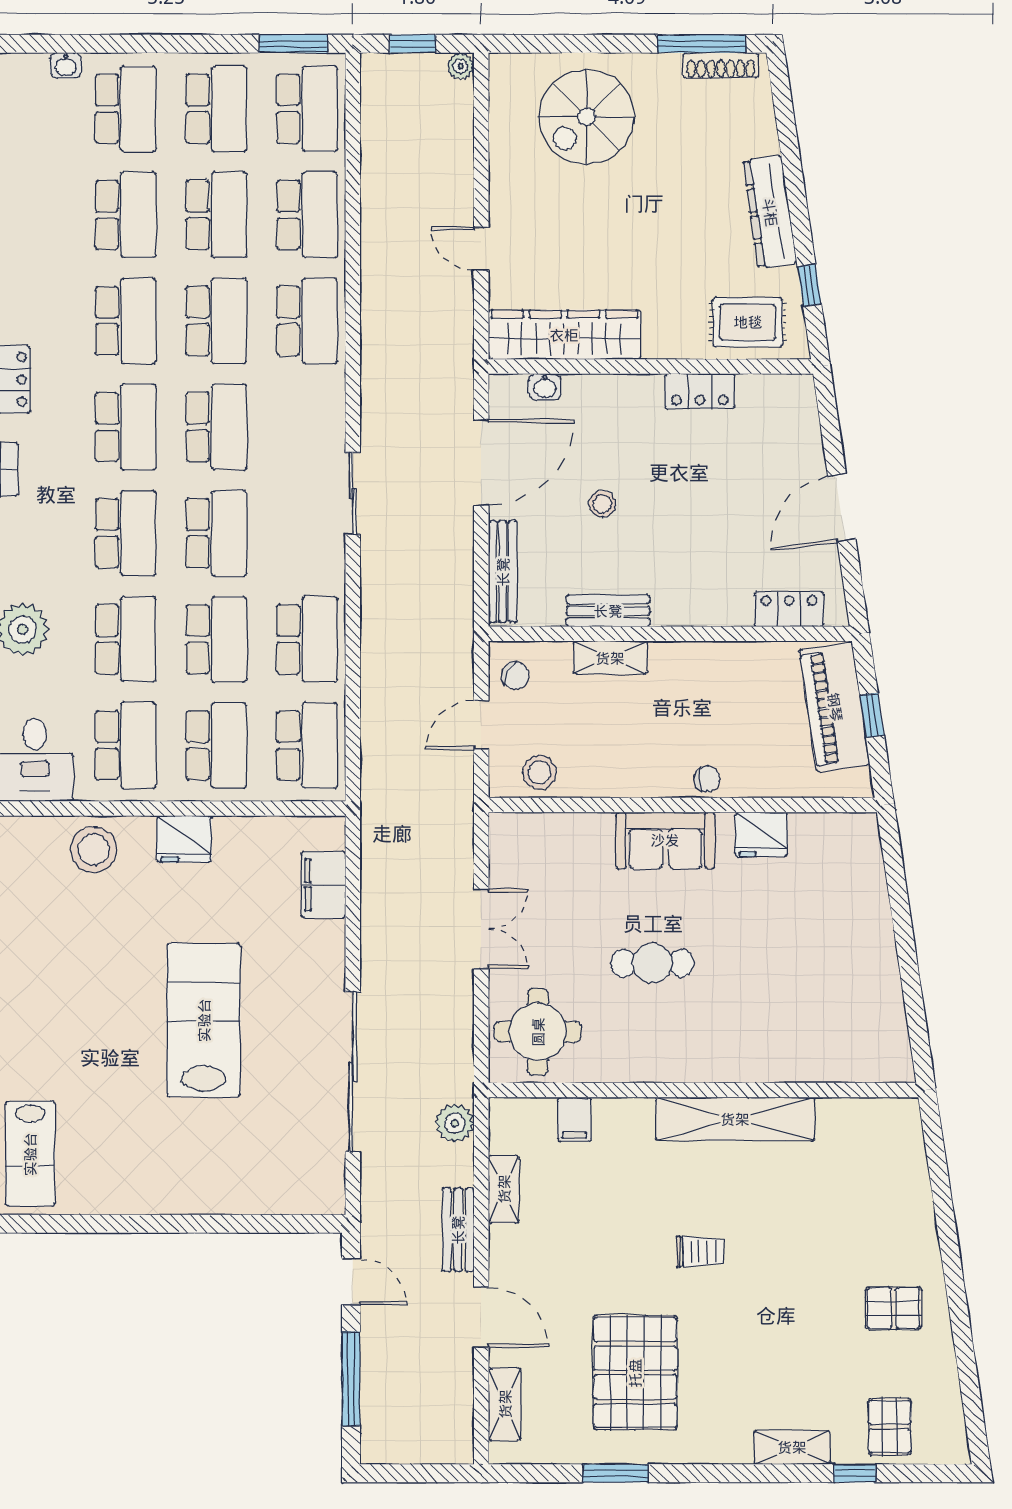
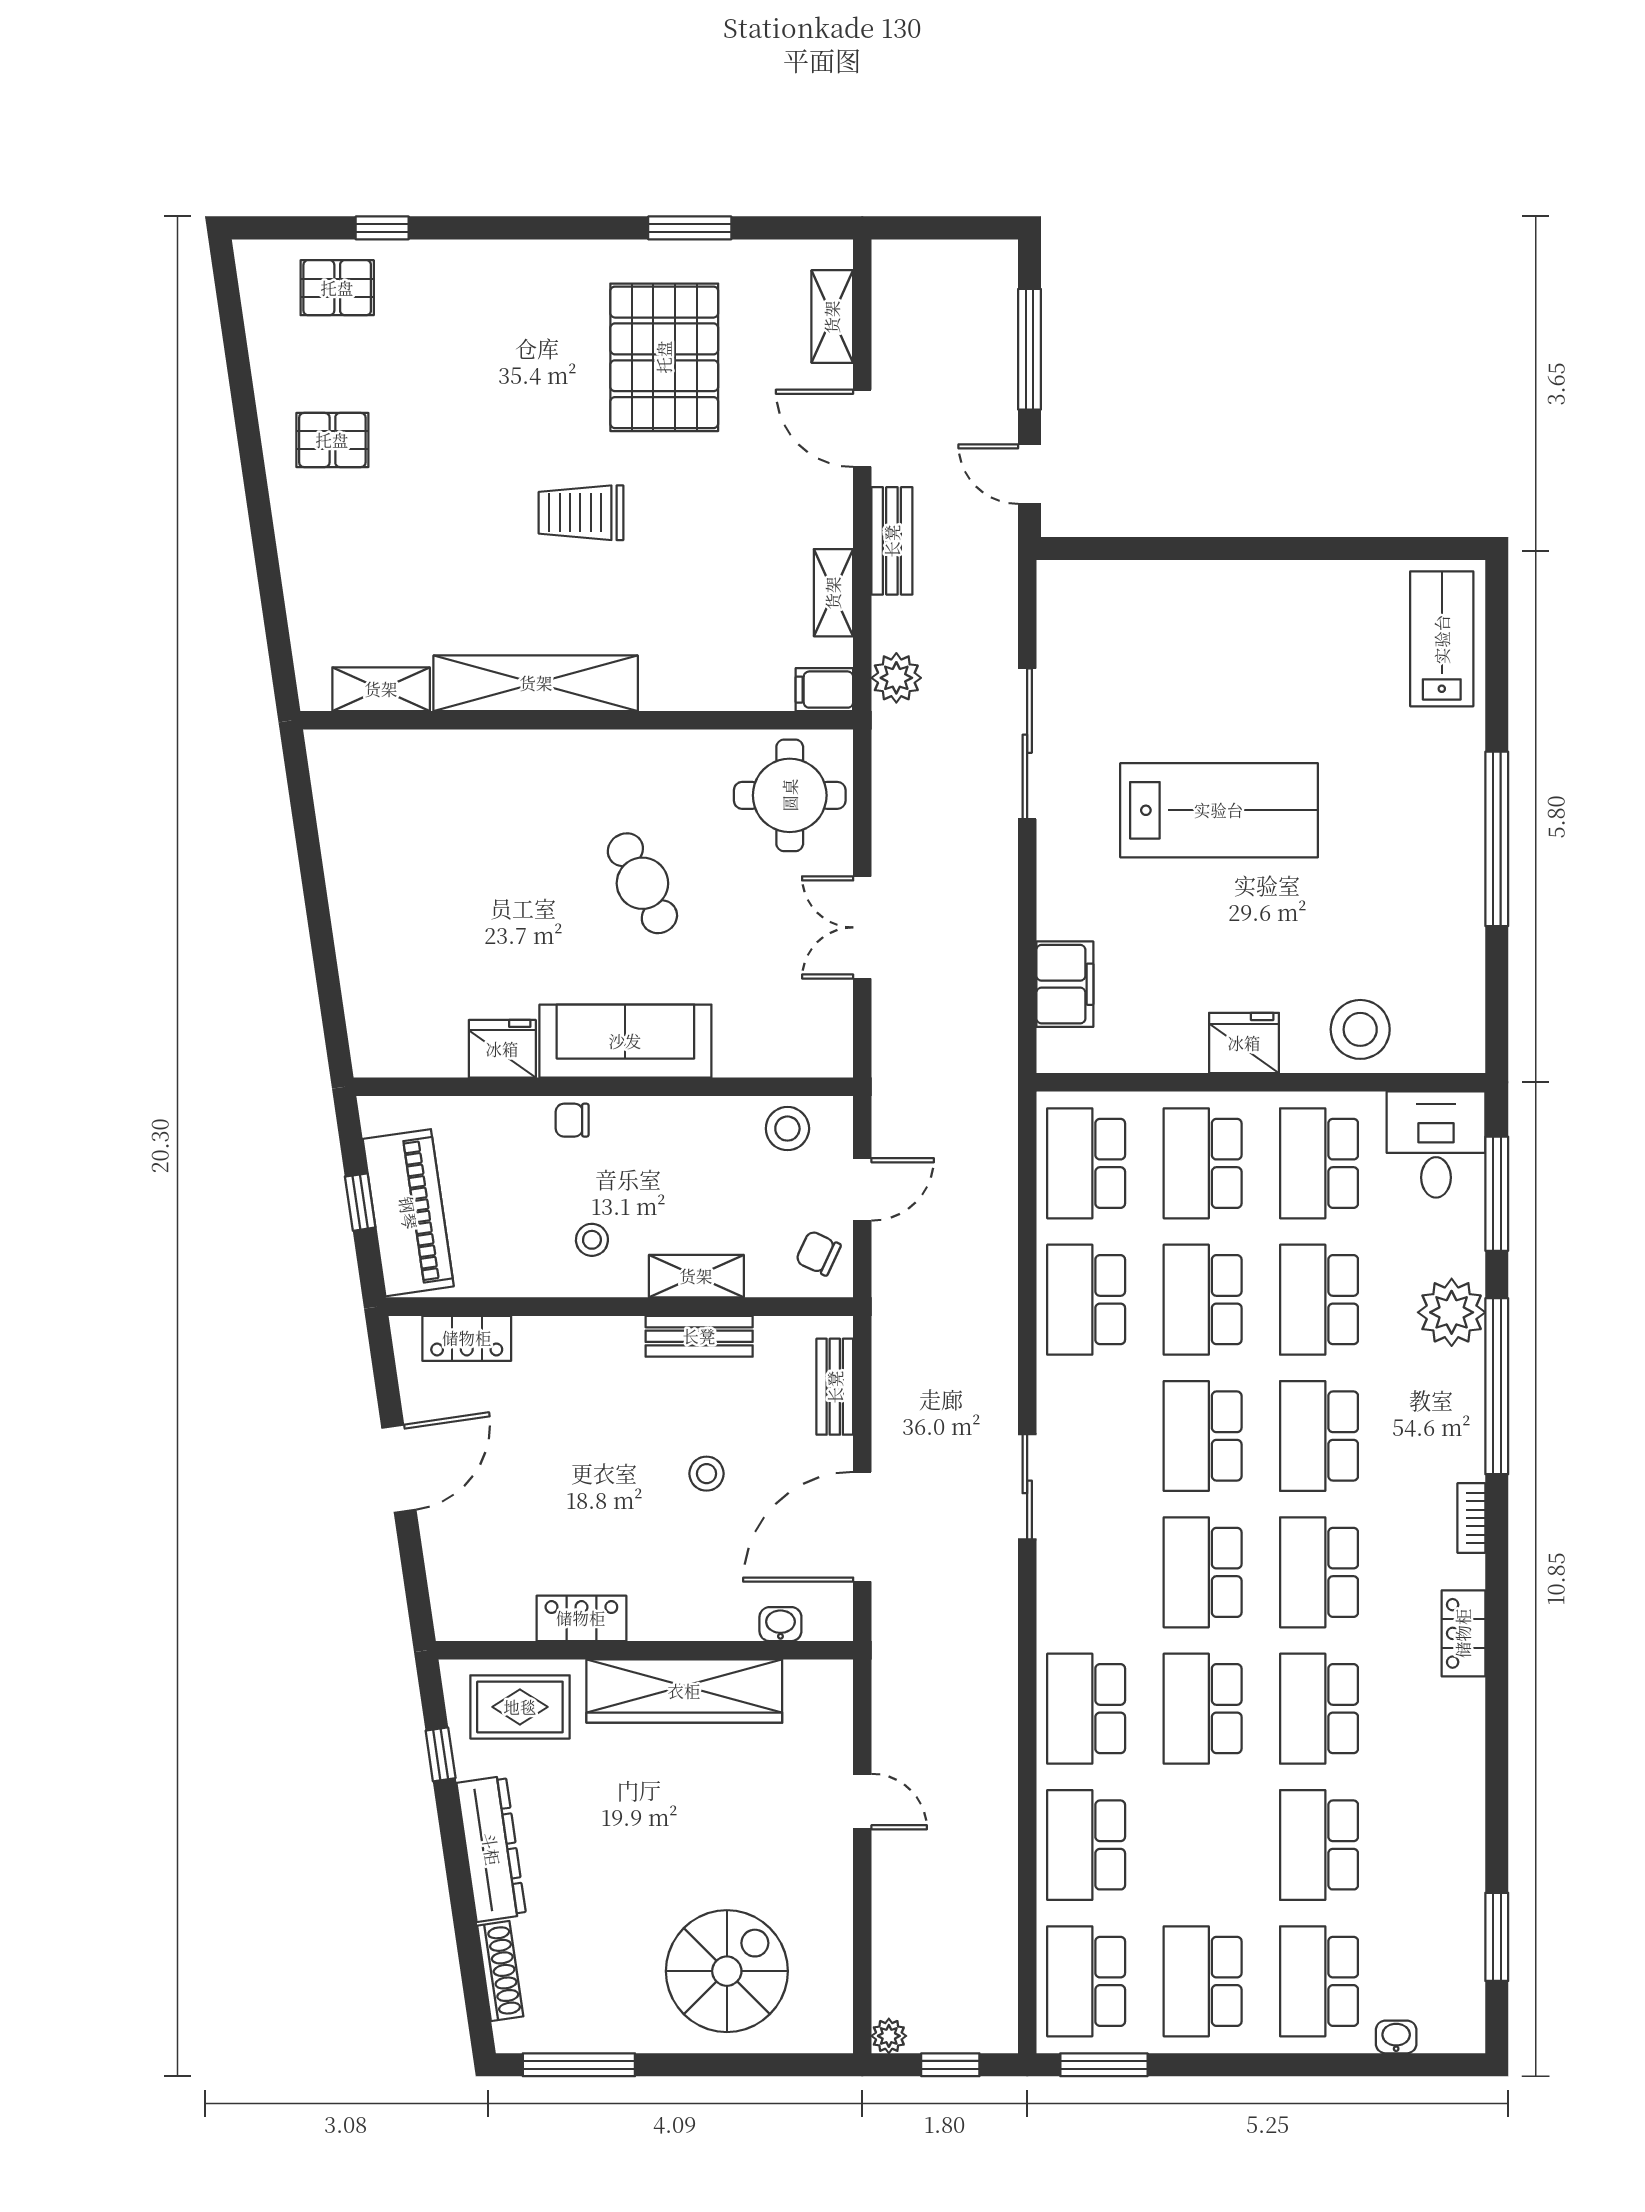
shoe rack: (721, 65) -> (500, 1971), moved, turned 82
school desk: (216, 215) -> (1203, 1845), removed
wardrobe: (564, 335) -> (684, 1691), moved
bench: (503, 572) -> (835, 1387), width x0.73
stool: (692, 686) -> (592, 1240), added
sofa: (665, 840) -> (625, 1041), width x1.36
cafe table: (652, 963) -> (642, 883), turned 63
lab bench: (204, 1020) -> (1219, 810), turned -90
sliding door: (353, 1072) -> (1027, 744), width x0.73
filing cabinet: (574, 1120) -> (824, 690), moved, turned -90
trolley: (700, 1252) -> (581, 513), width x1.36, depth x1.39
pallet: (890, 1427) -> (337, 288), turned 90
shelving: (792, 1447) -> (381, 689), moved

